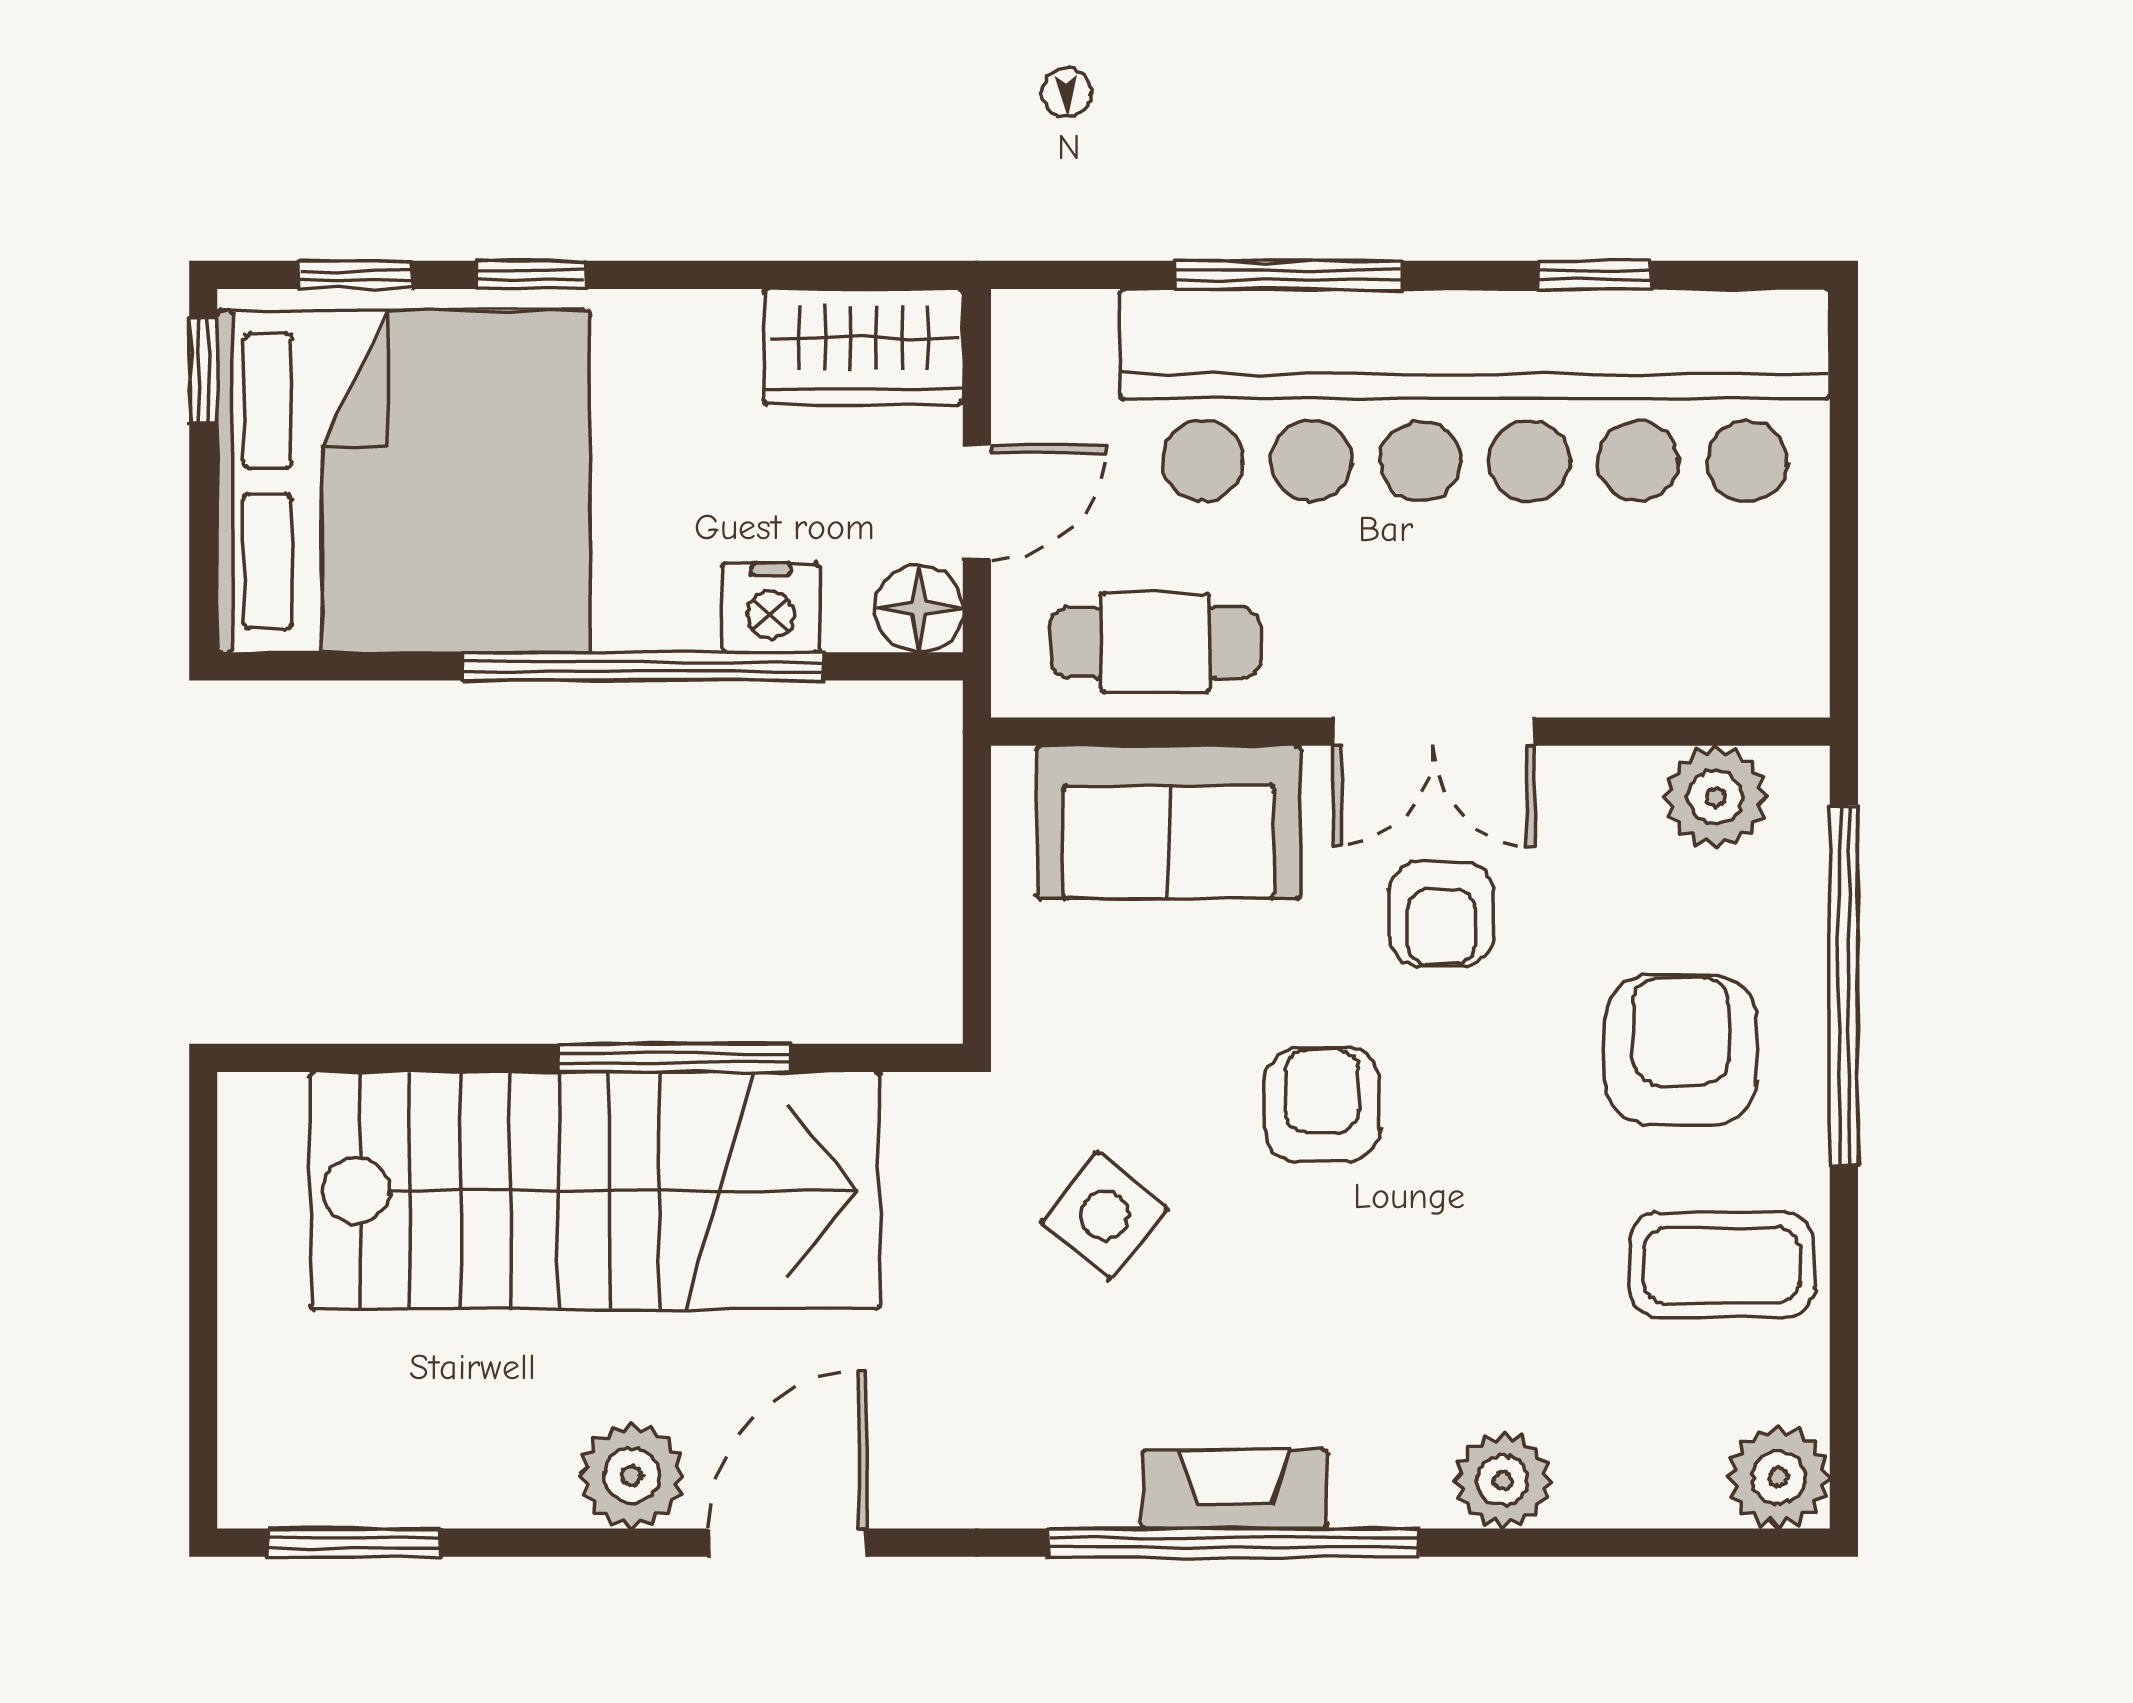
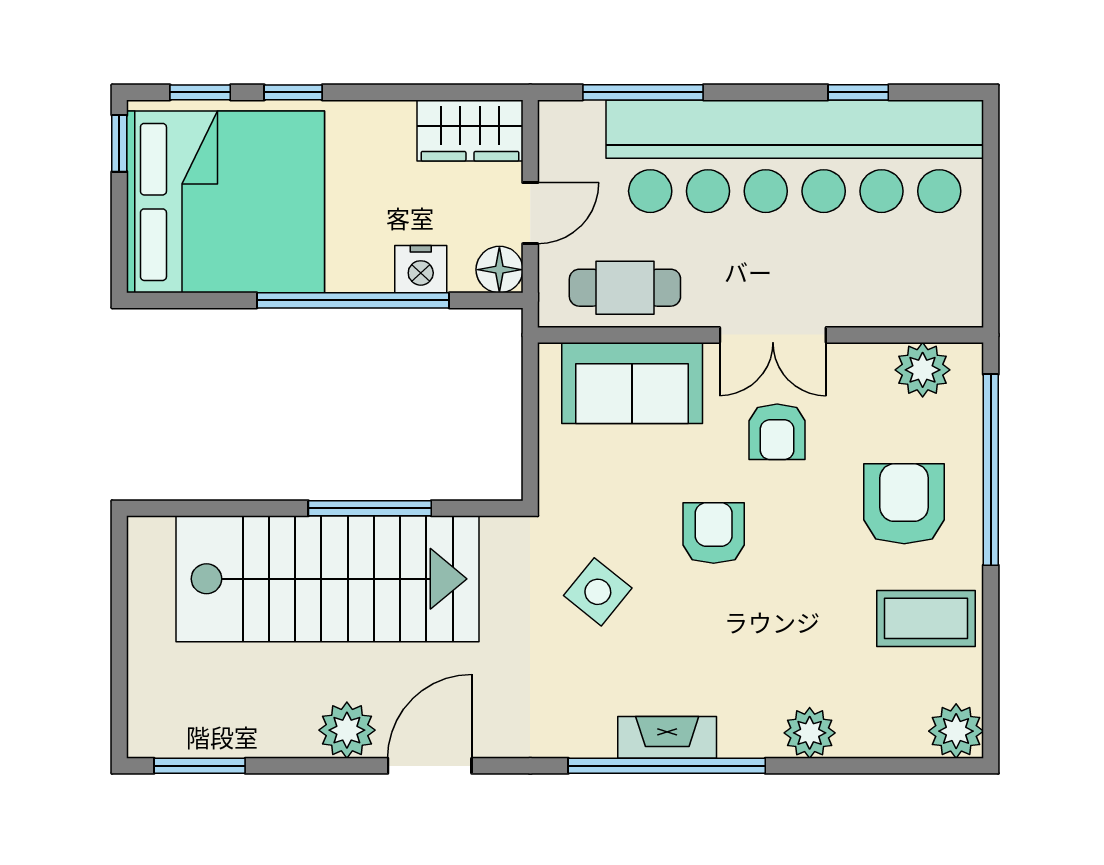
window: (1288, 275) -> (643, 92), moved

